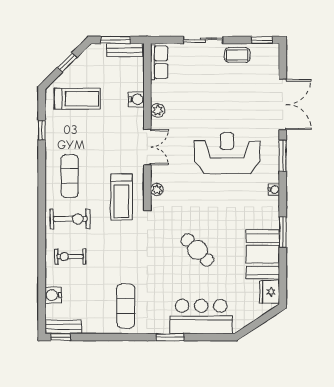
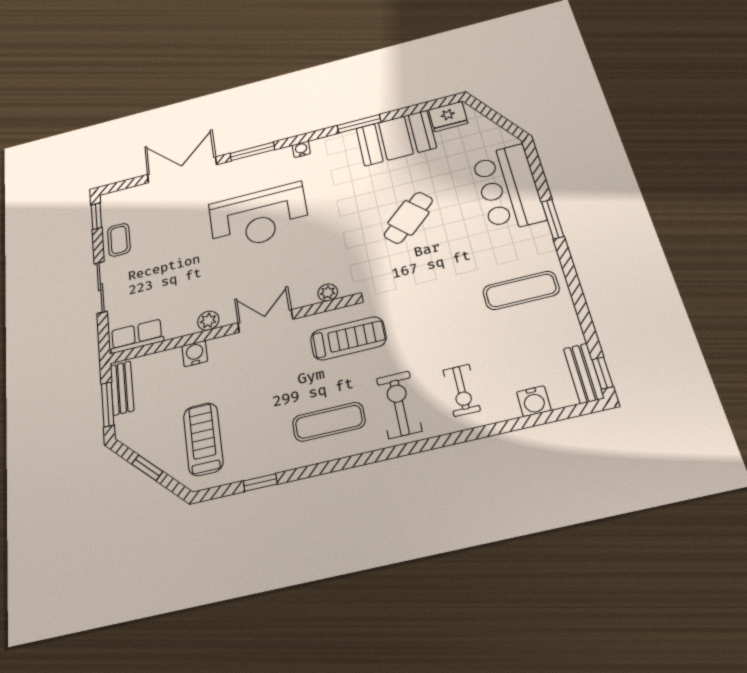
reception desk: (227, 153) -> (259, 217), turned -90

